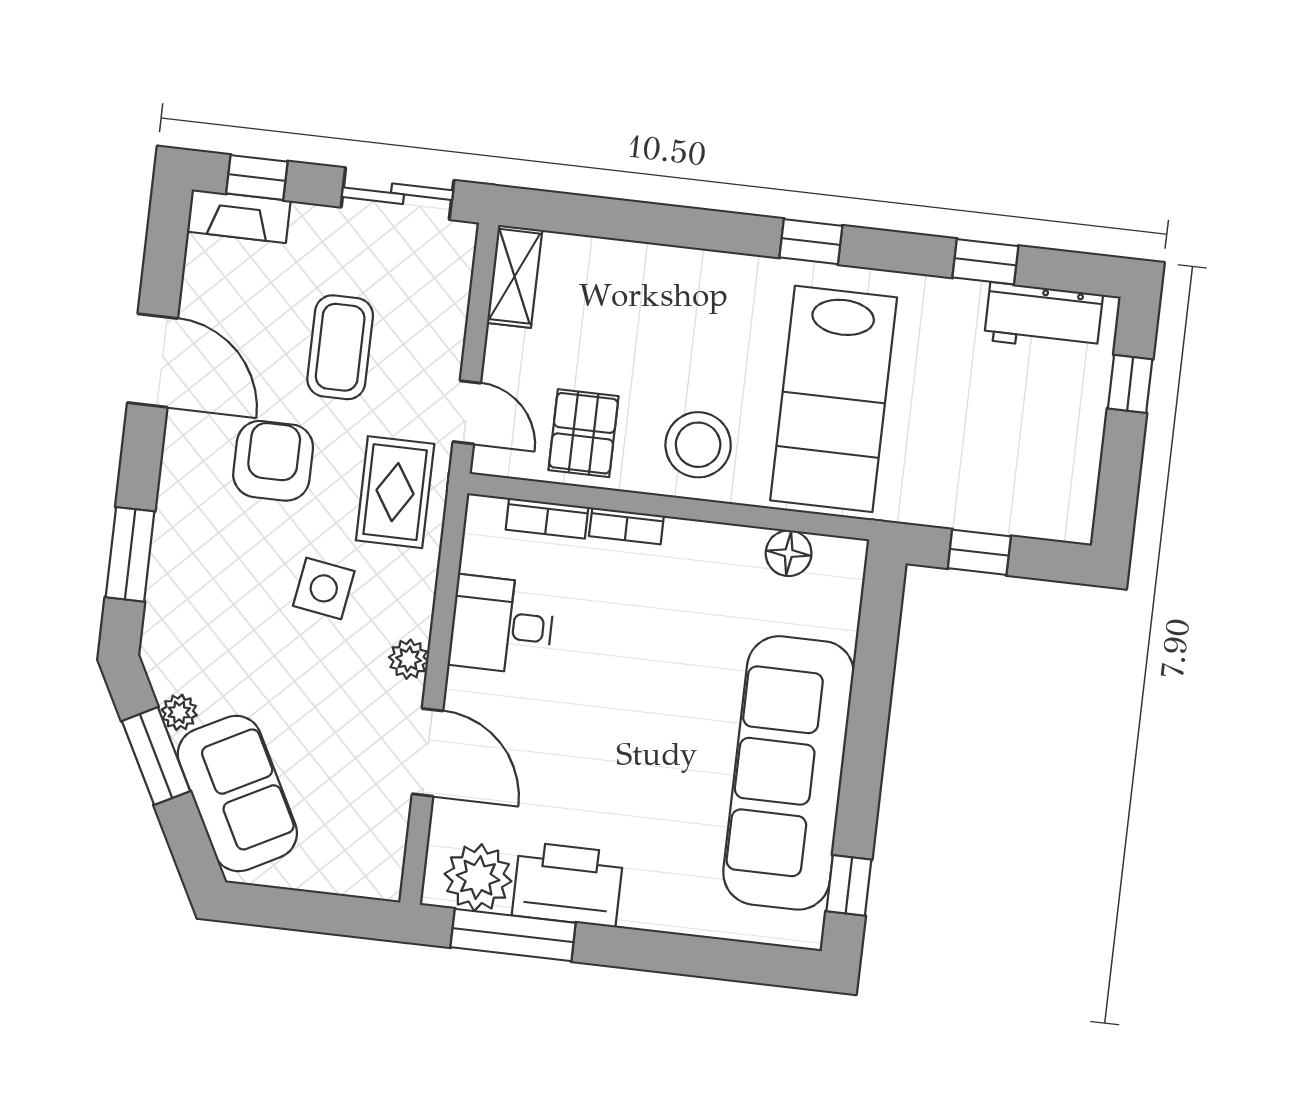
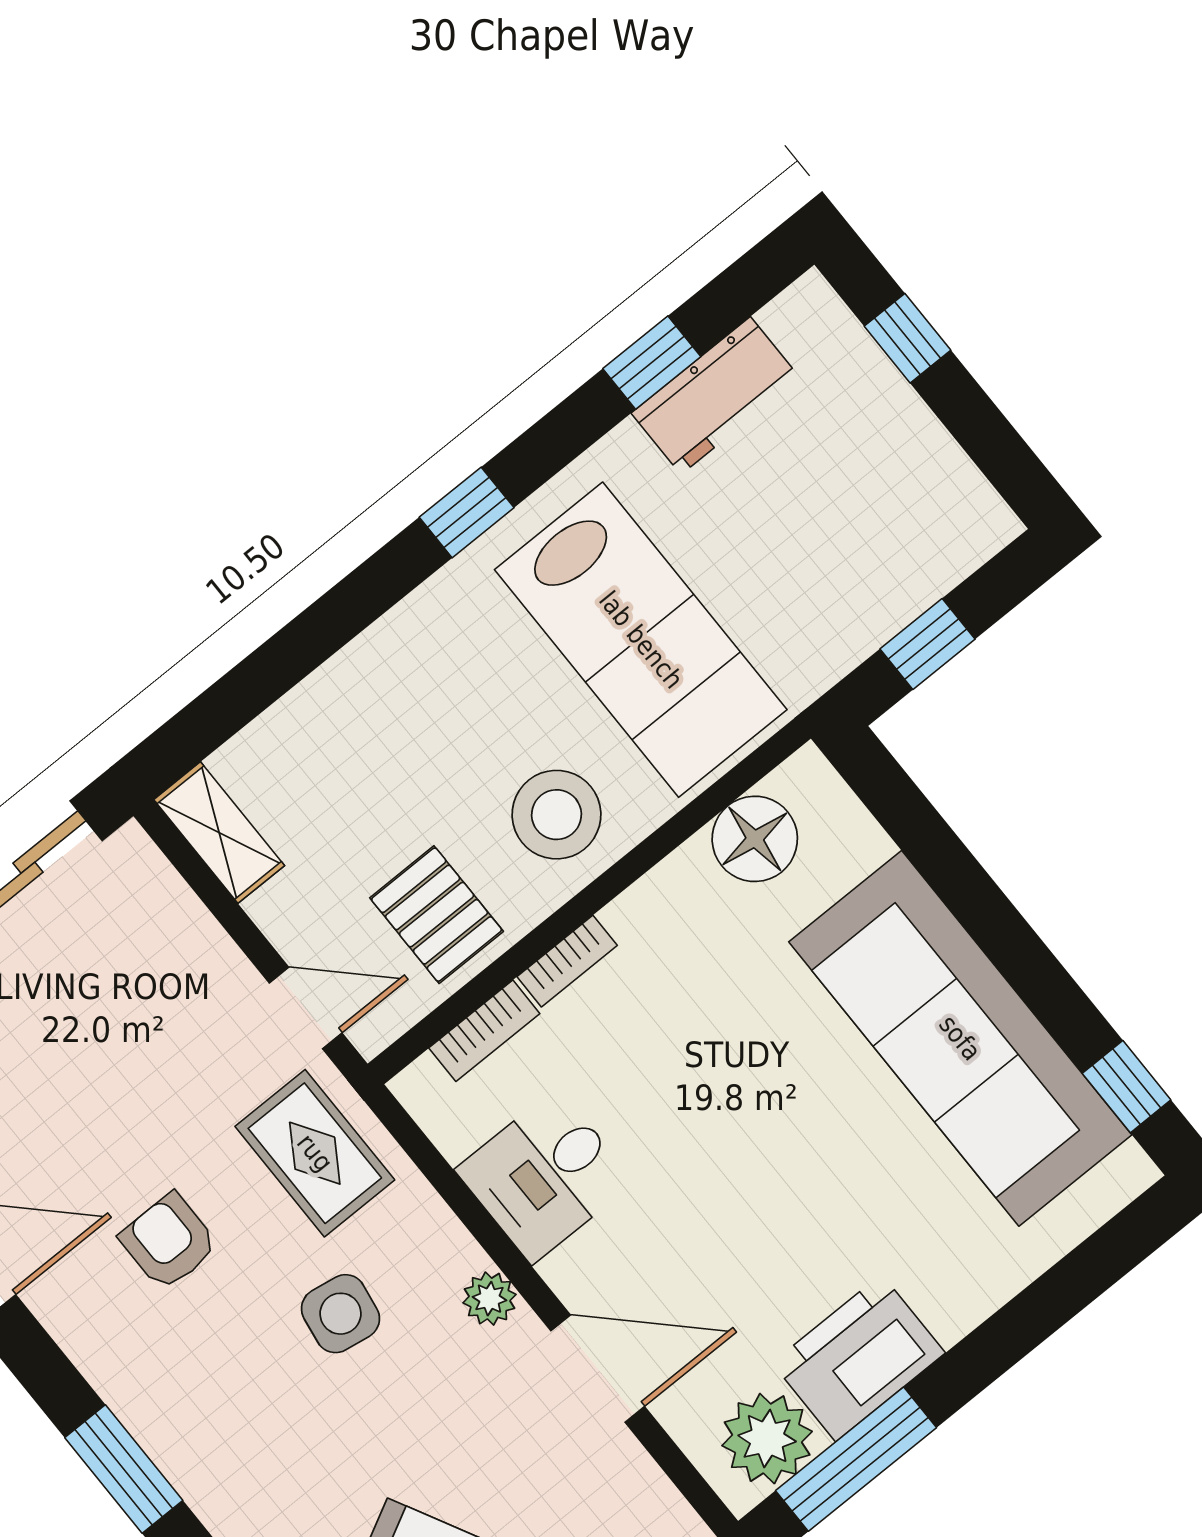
workbench: (1043, 317) -> (716, 396), moved
coffee table: (340, 347) -> (122, 1069), removed
armchair: (273, 461) -> (169, 1242), width x0.72, depth x0.72
floor lamp: (789, 553) -> (755, 839), width x1.38, depth x1.38

